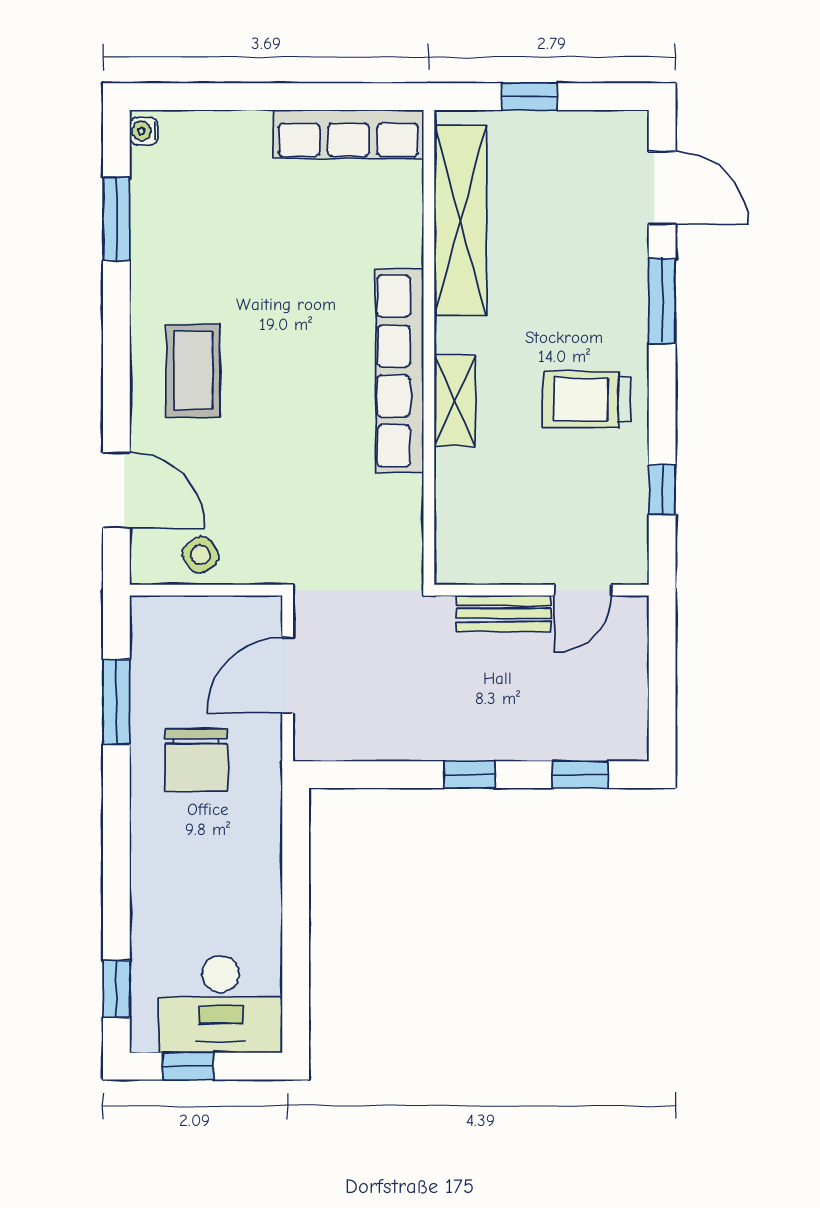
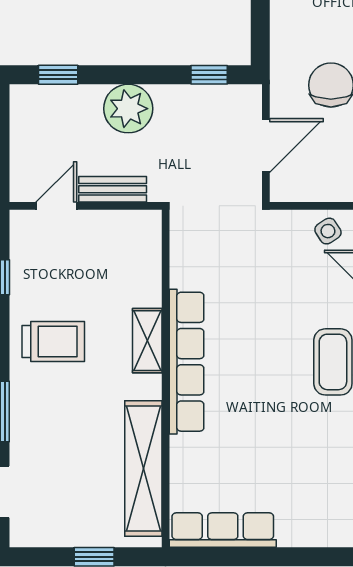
plant: (481, 727) -> (128, 109), added
window: (470, 775) -> (209, 75), moved

